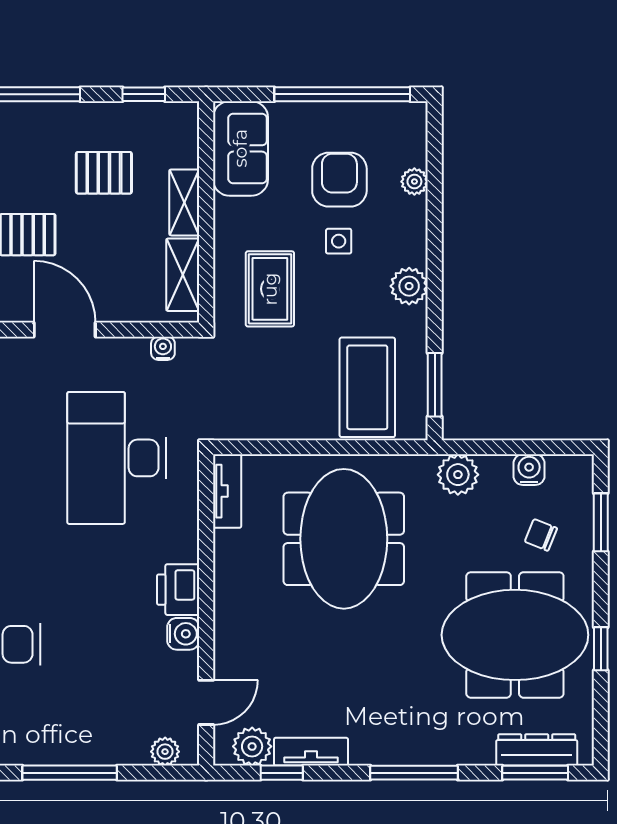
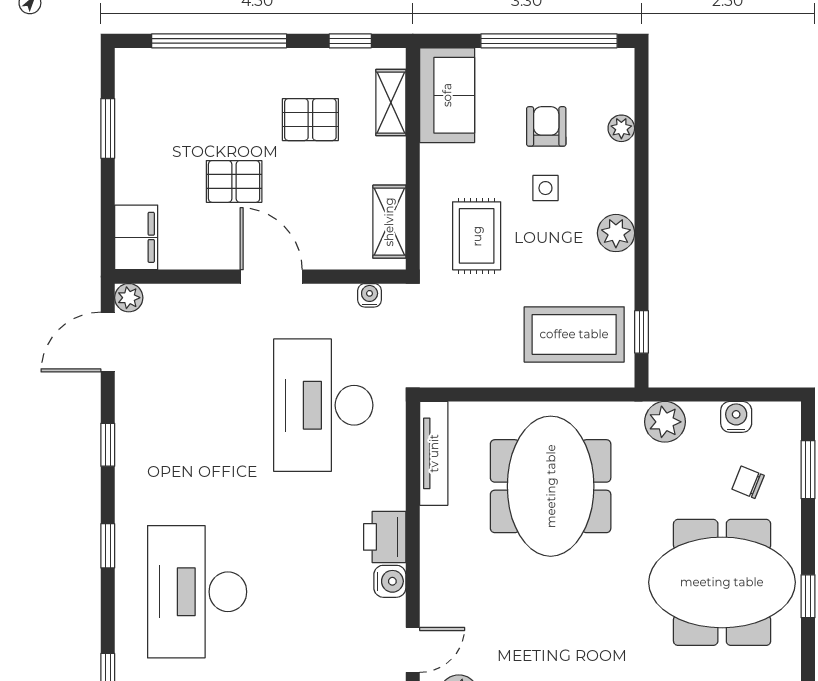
armchair: (339, 180) -> (546, 126), width x0.72, depth x0.72
shelving: (184, 202) -> (391, 103), moved
window: (435, 385) -> (642, 332), width x0.67
coffee table: (367, 387) -> (574, 334), turned 90
tv unit: (227, 491) -> (434, 453), width x1.41

